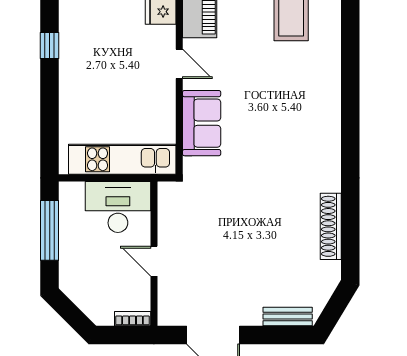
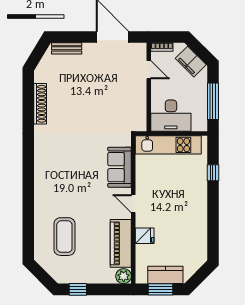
window: (50, 45) -> (213, 173), moved
door: (154, 261) -> (149, 70), moved
filing cabinet: (86, 295) -> (191, 62), added

